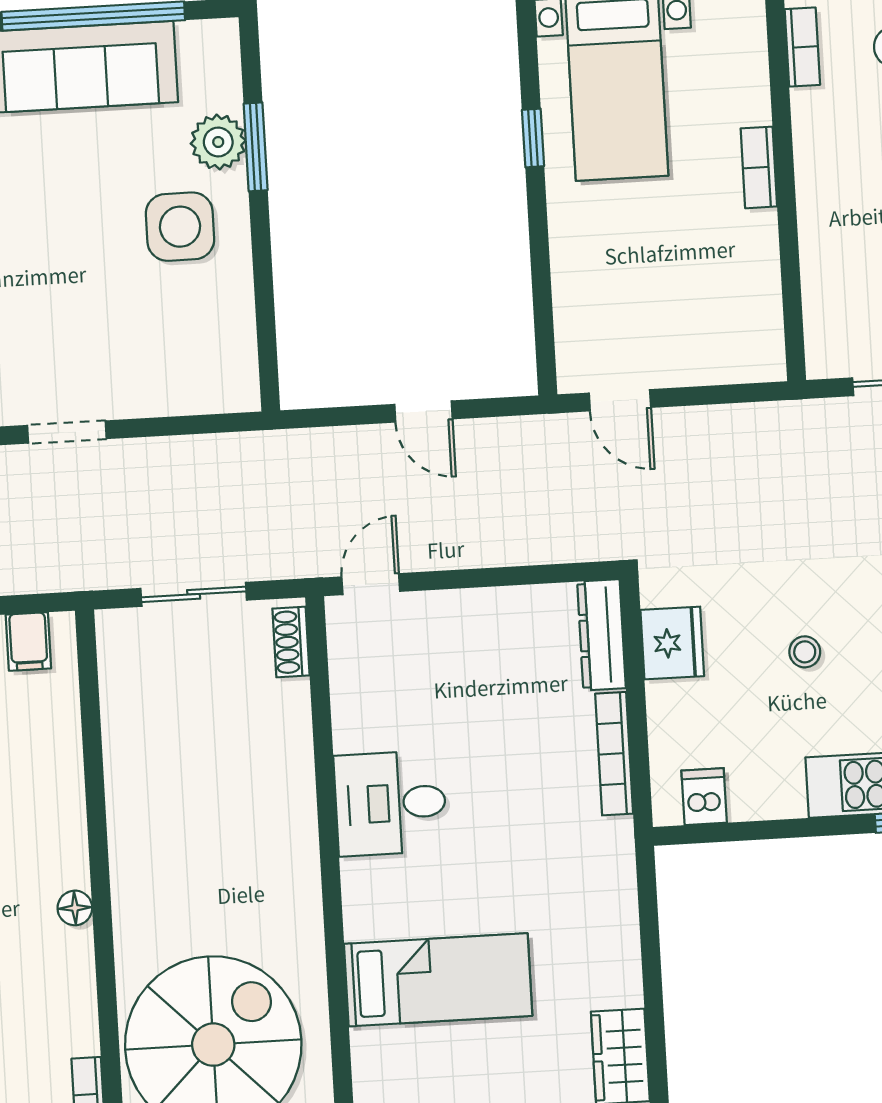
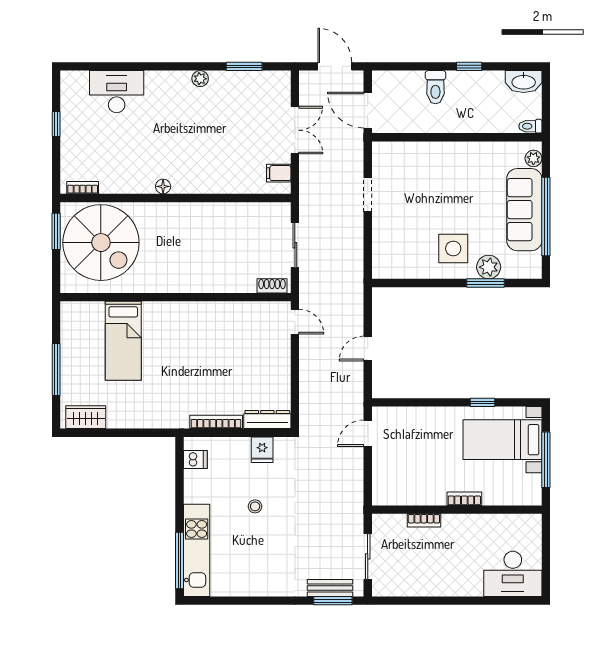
bookcase: (802, 47) -> (424, 520), moved
fridge: (672, 643) -> (262, 450), width x0.72
desk: (390, 803) -> (200, 325), removed

